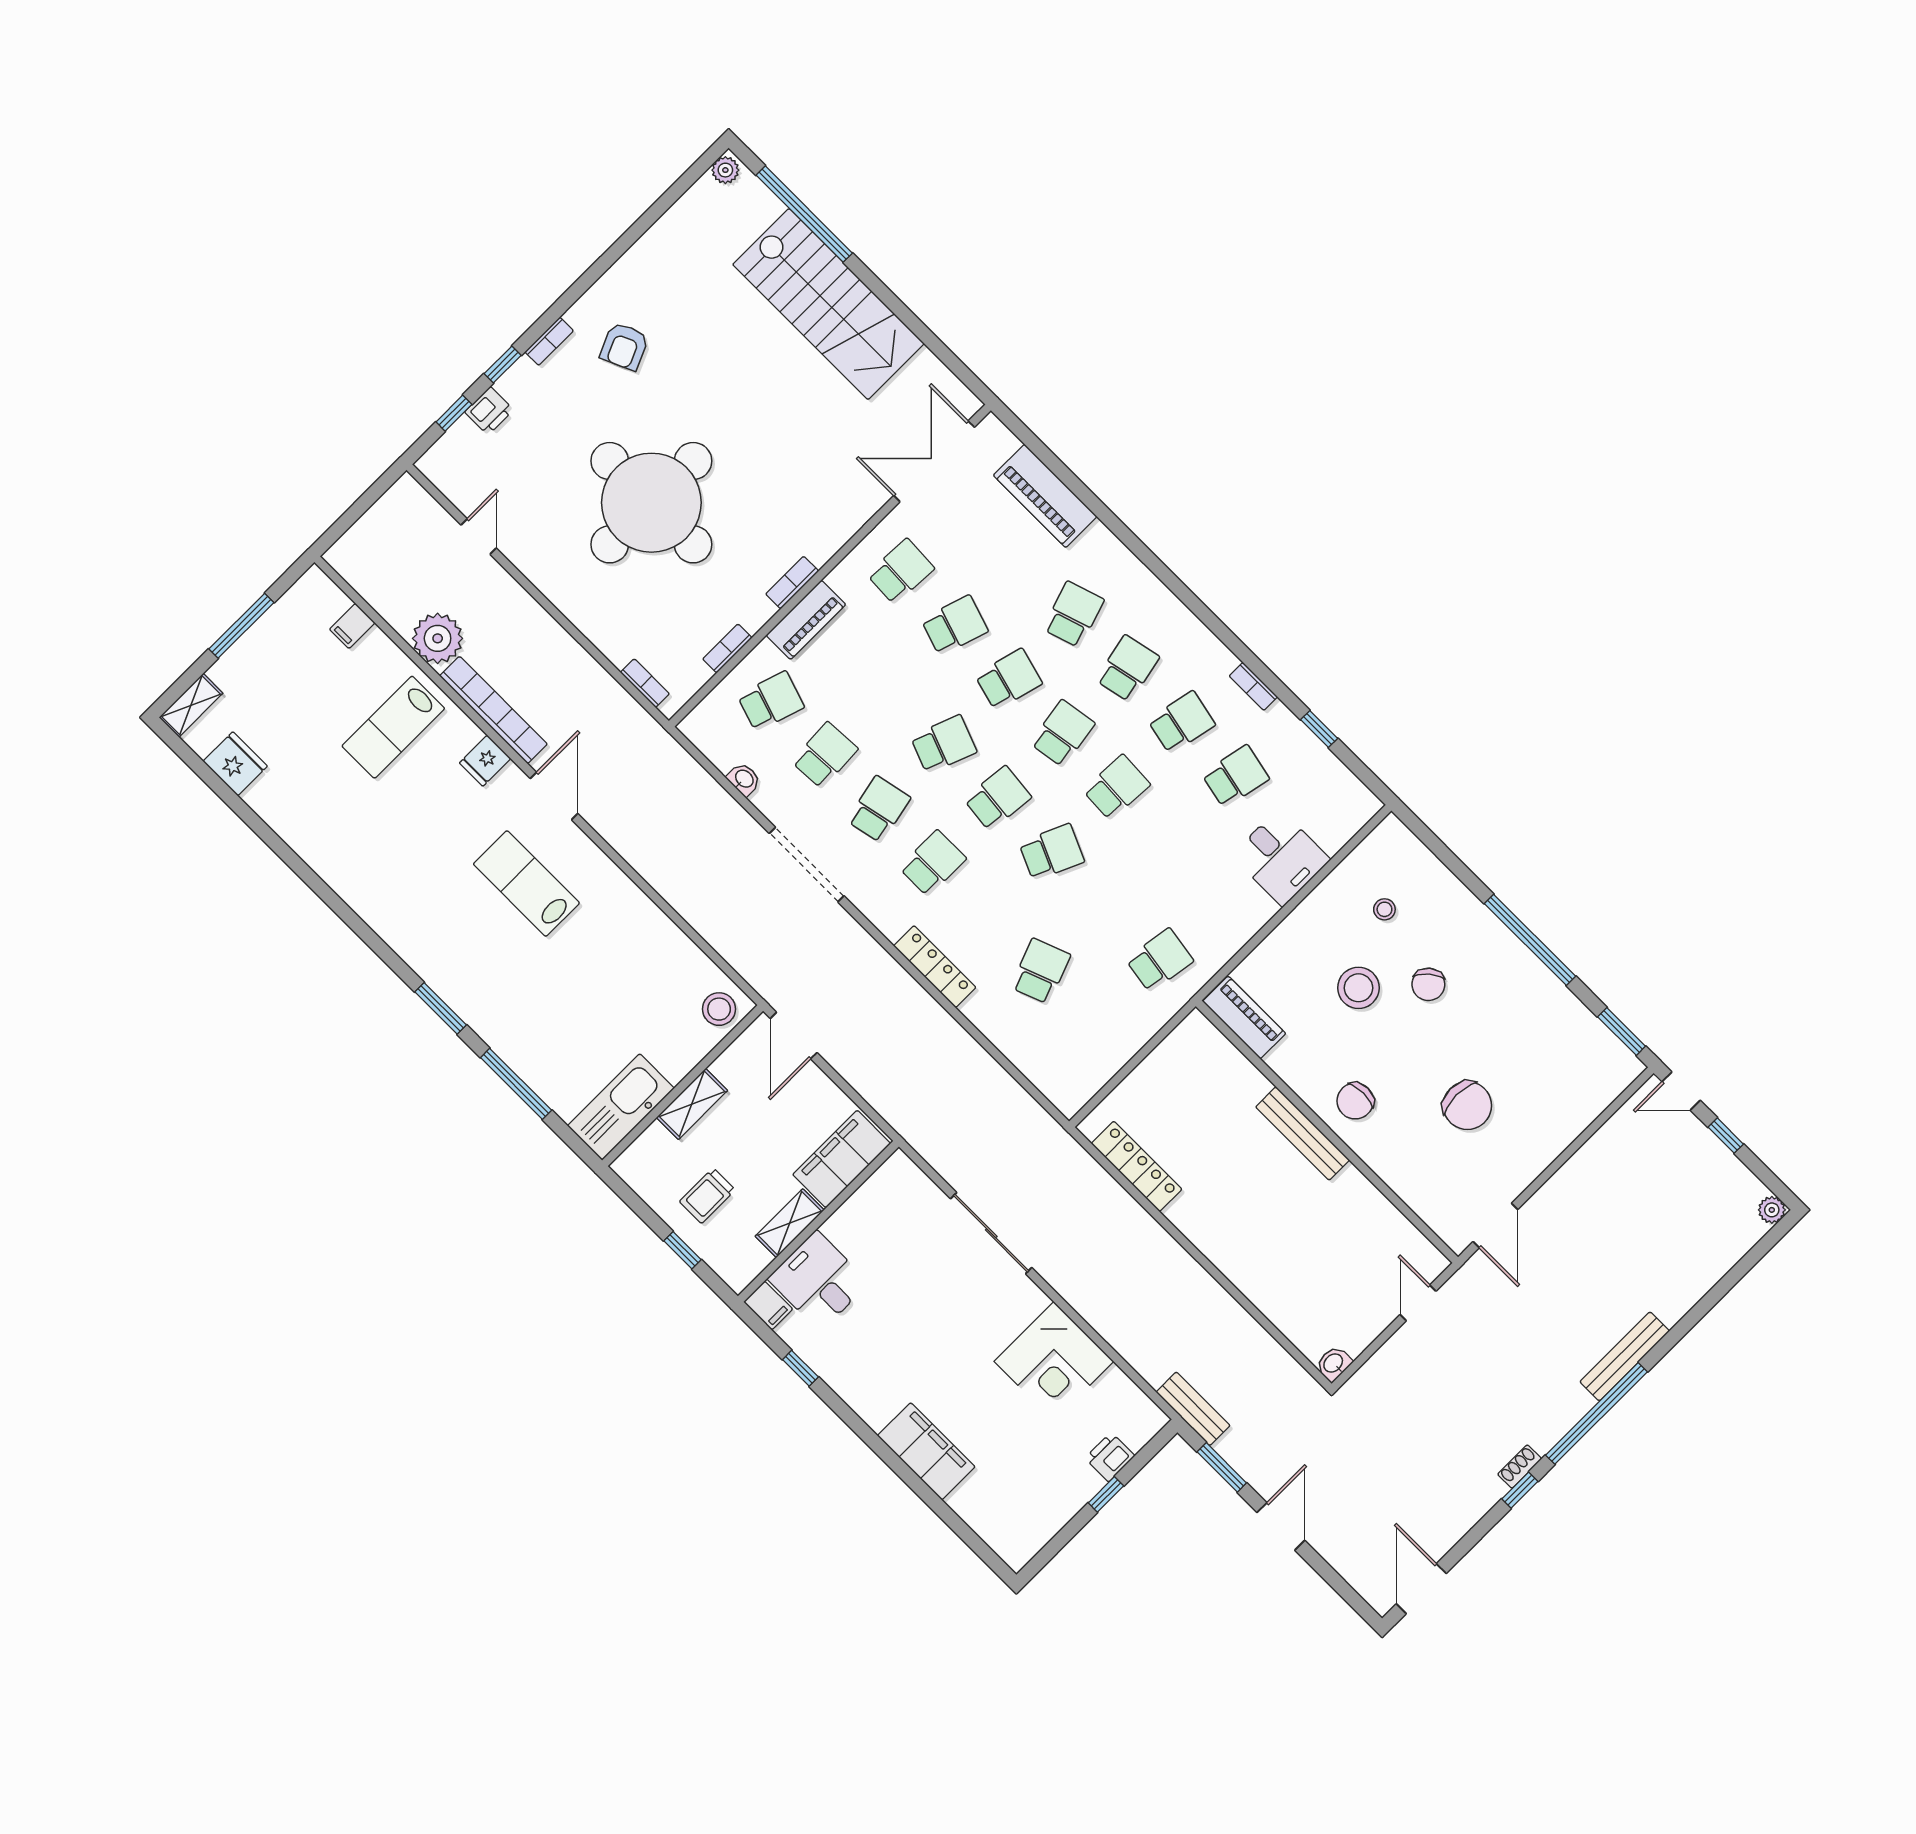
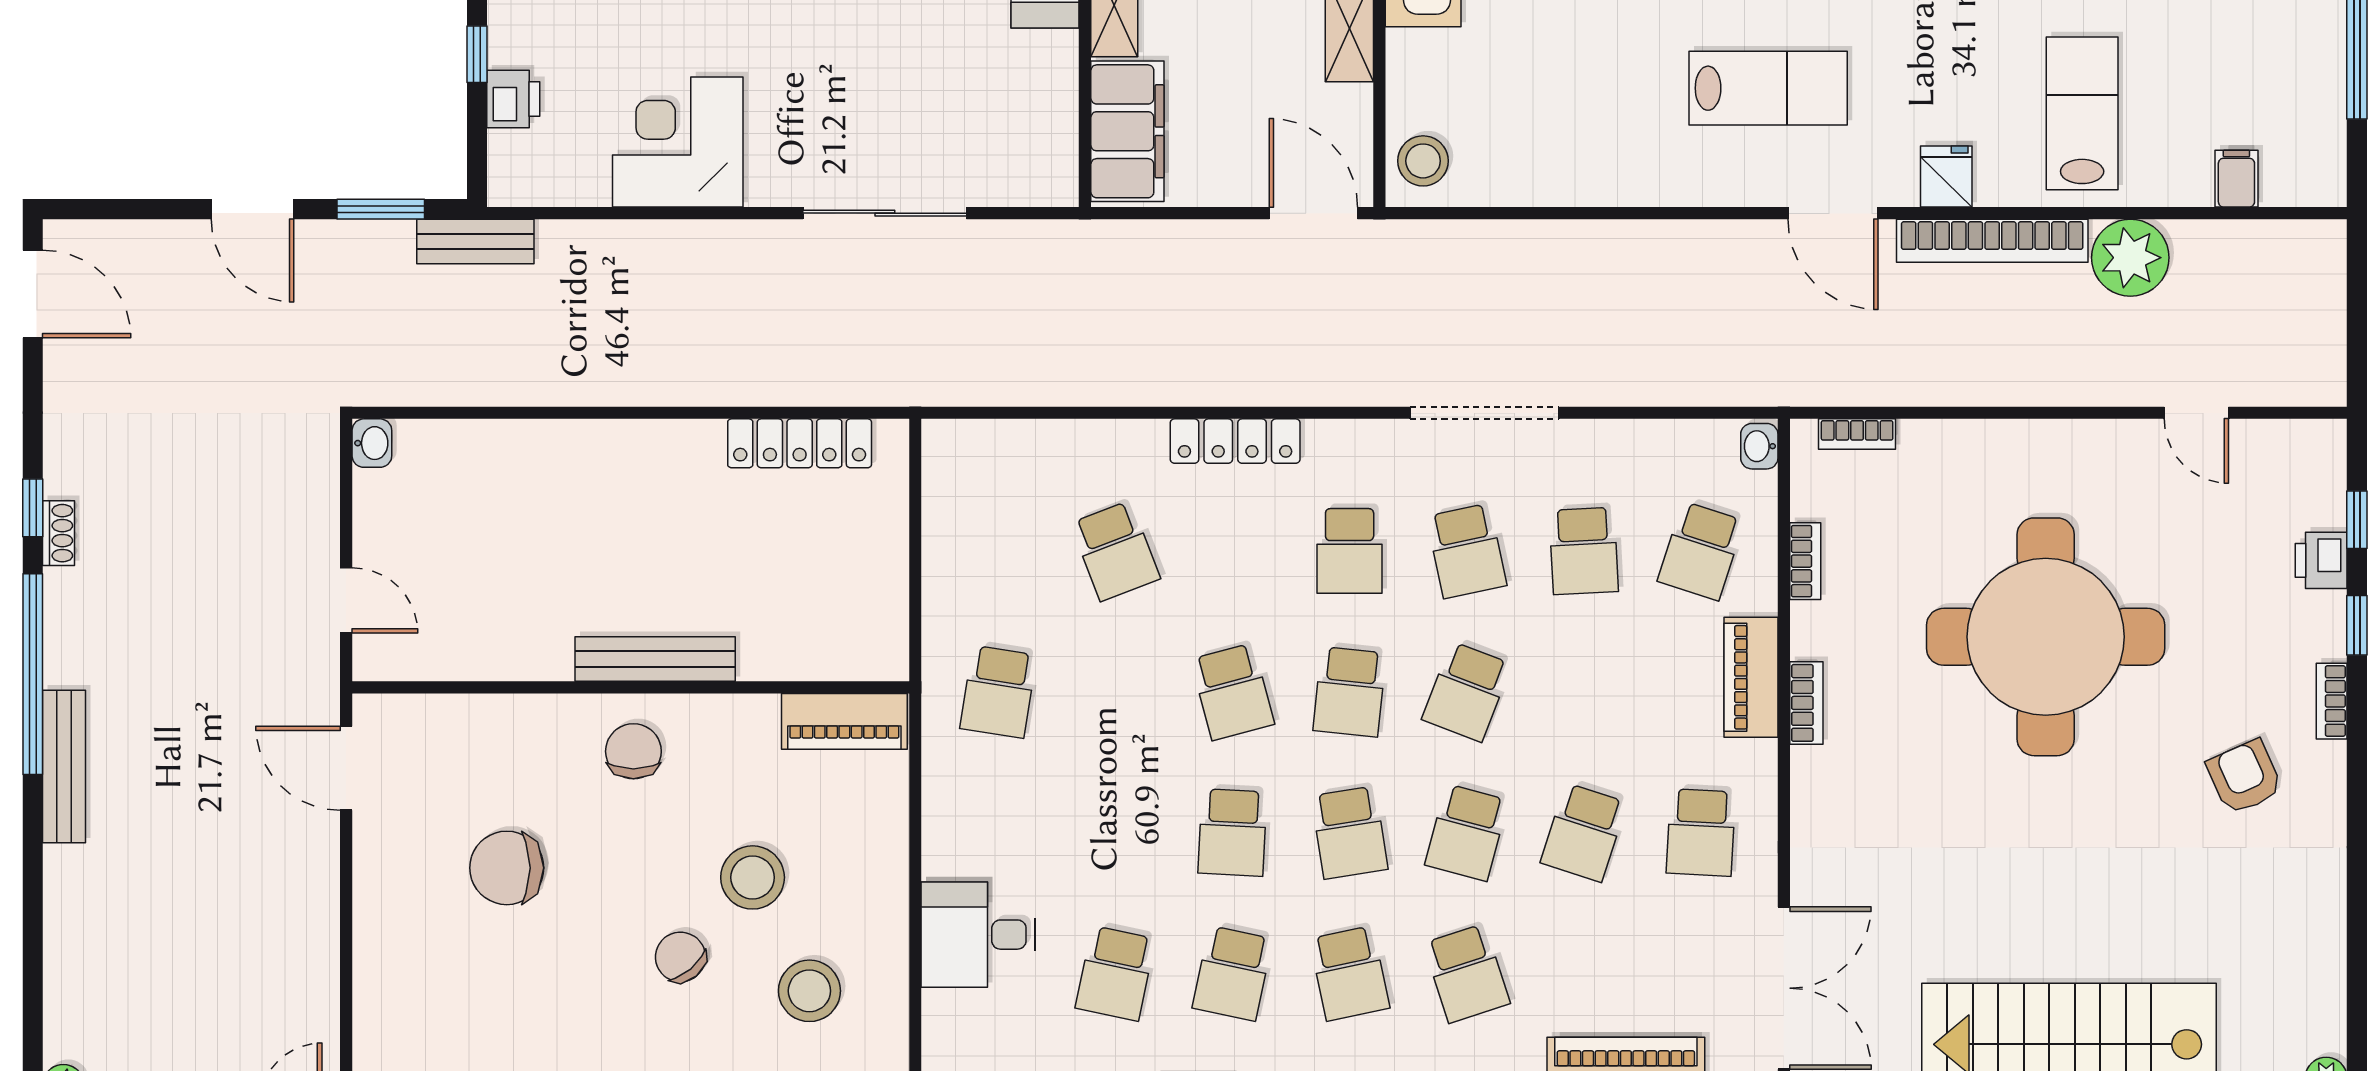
washbasin: (744, 779) -> (1759, 446), moved, turned 90
school desk: (1052, 852) -> (1232, 692), turned -39
stool: (1384, 909) -> (809, 991), width x1.89, depth x1.89

